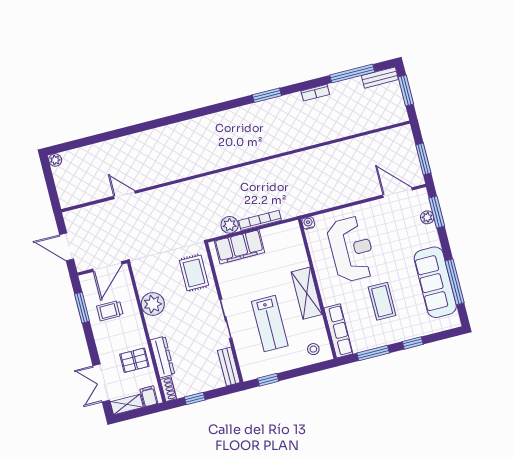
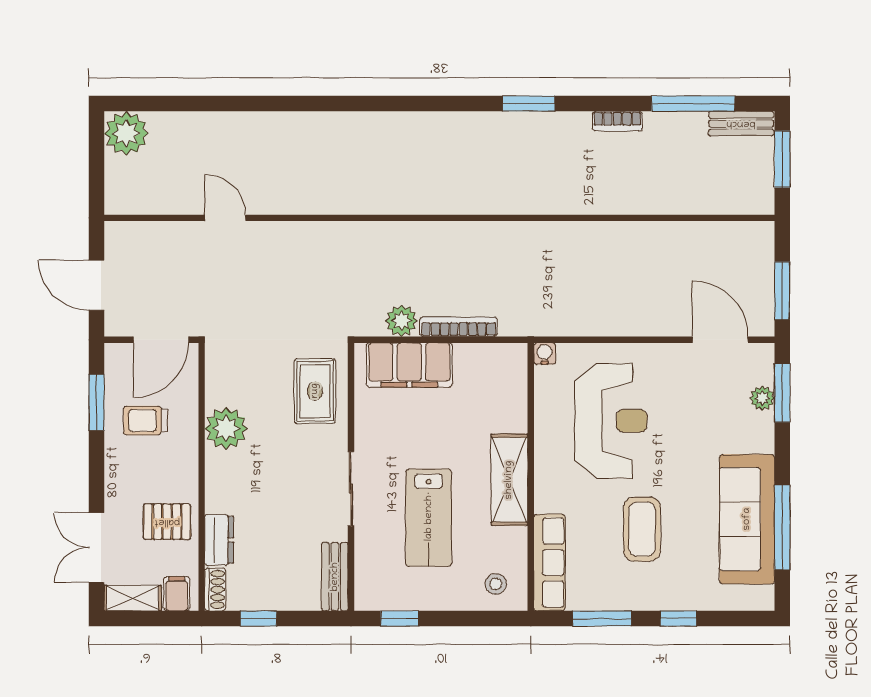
plant: (55, 160) -> (126, 133), width x1.87, depth x1.87
dresser: (162, 357) -> (219, 540), width x0.70

